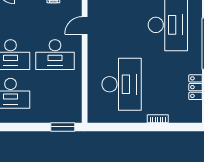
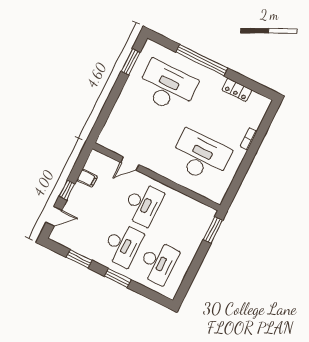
door: (85, 25) -> (130, 163), hinge flipped

